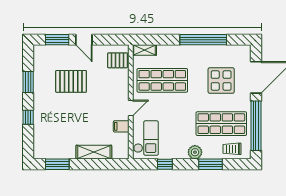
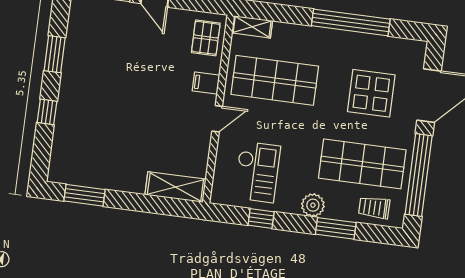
pallet: (118, 60) -> (206, 38), turned 90
pallet: (71, 81) -> (125, 62), removed
filing cabinet: (121, 126) -> (206, 83), moved
checkout: (146, 138) -> (257, 172), moved
shelving: (94, 152) -> (175, 187), moved

